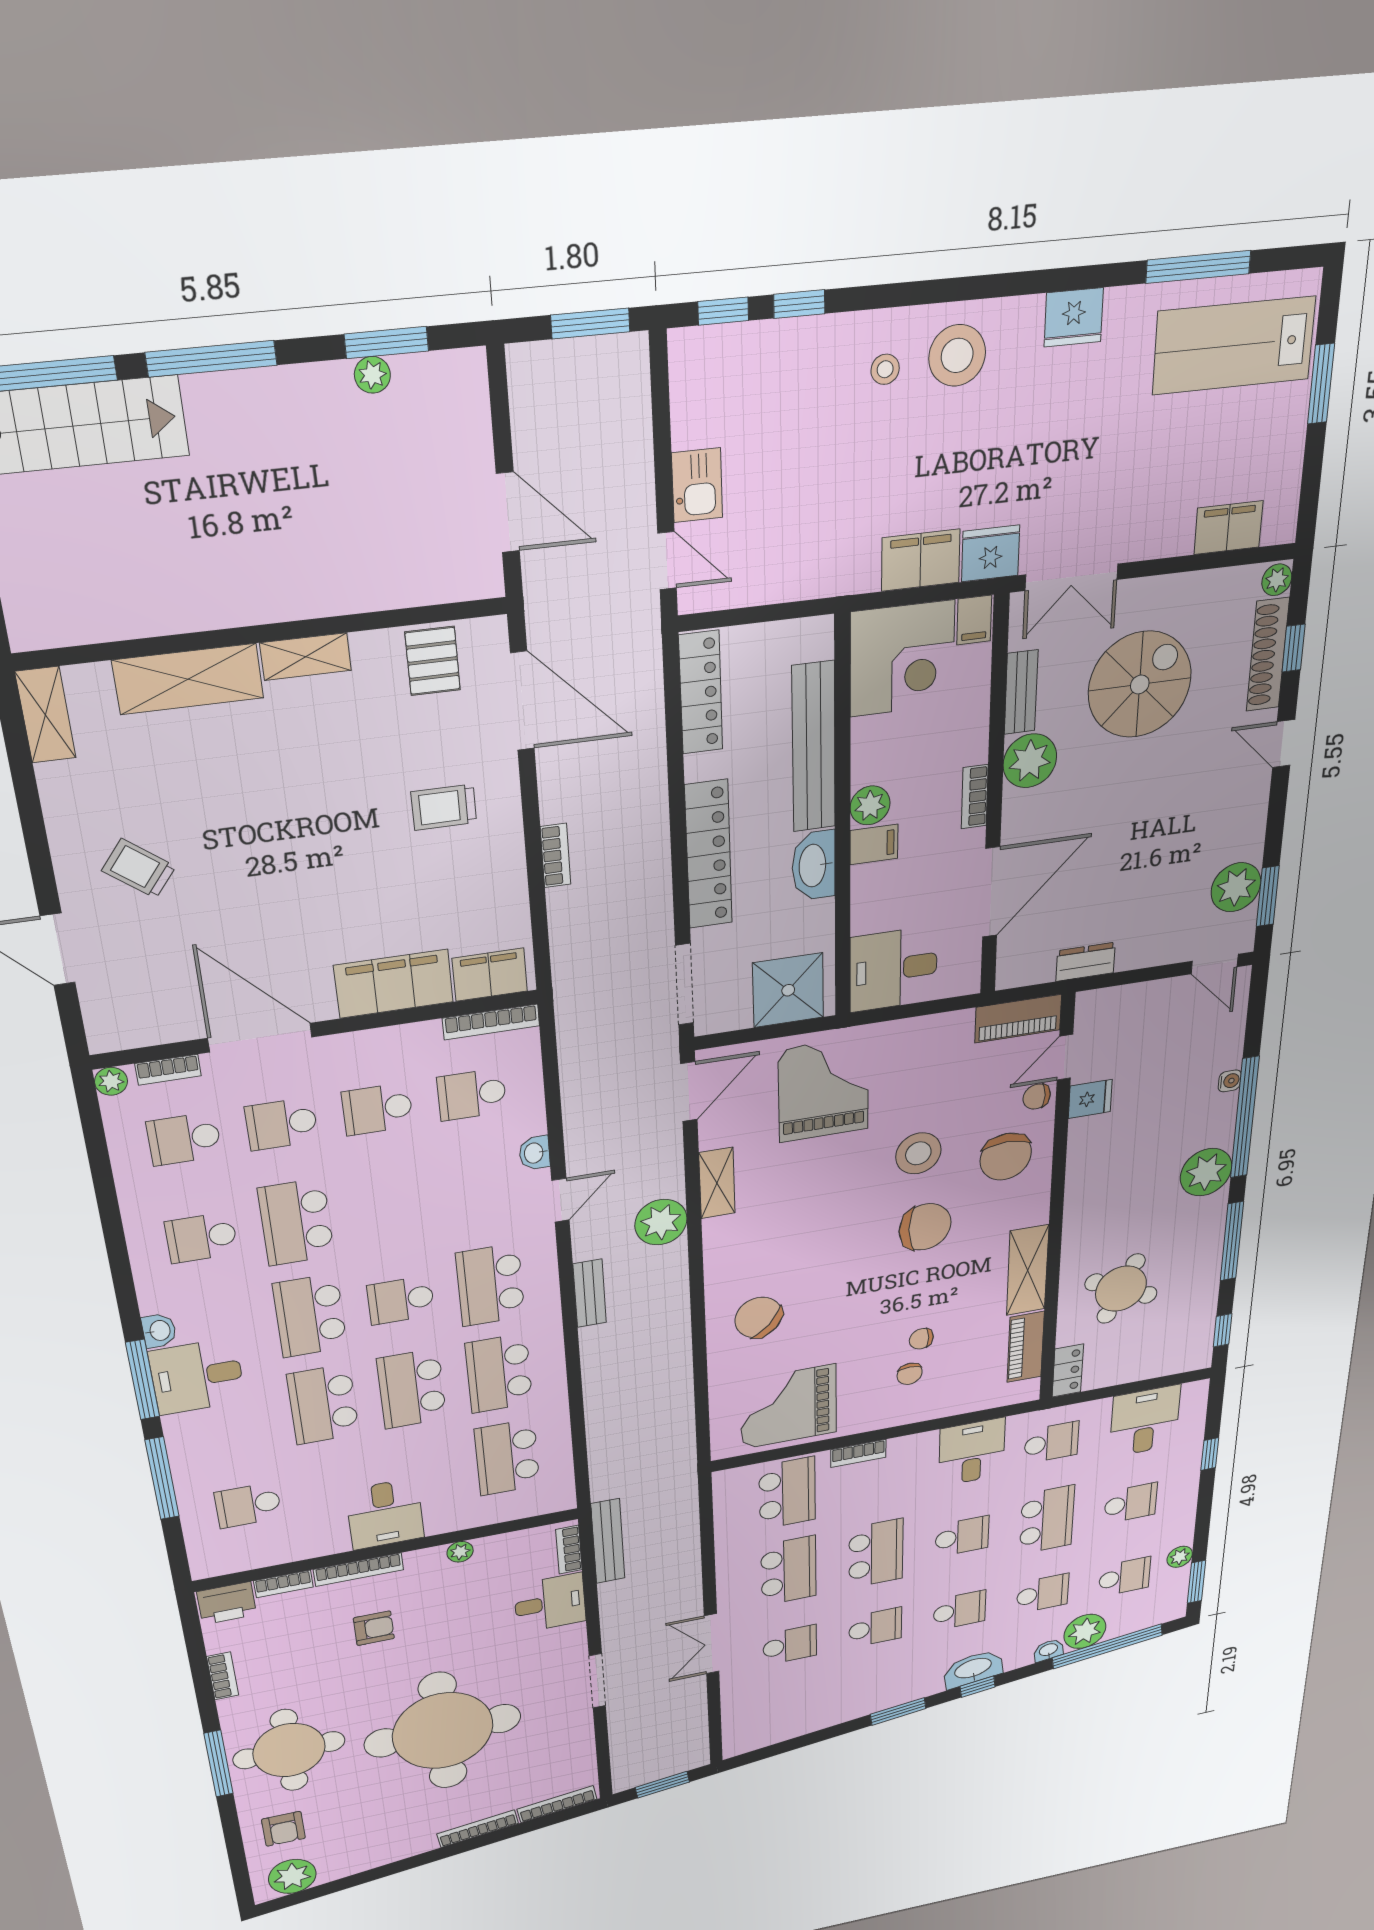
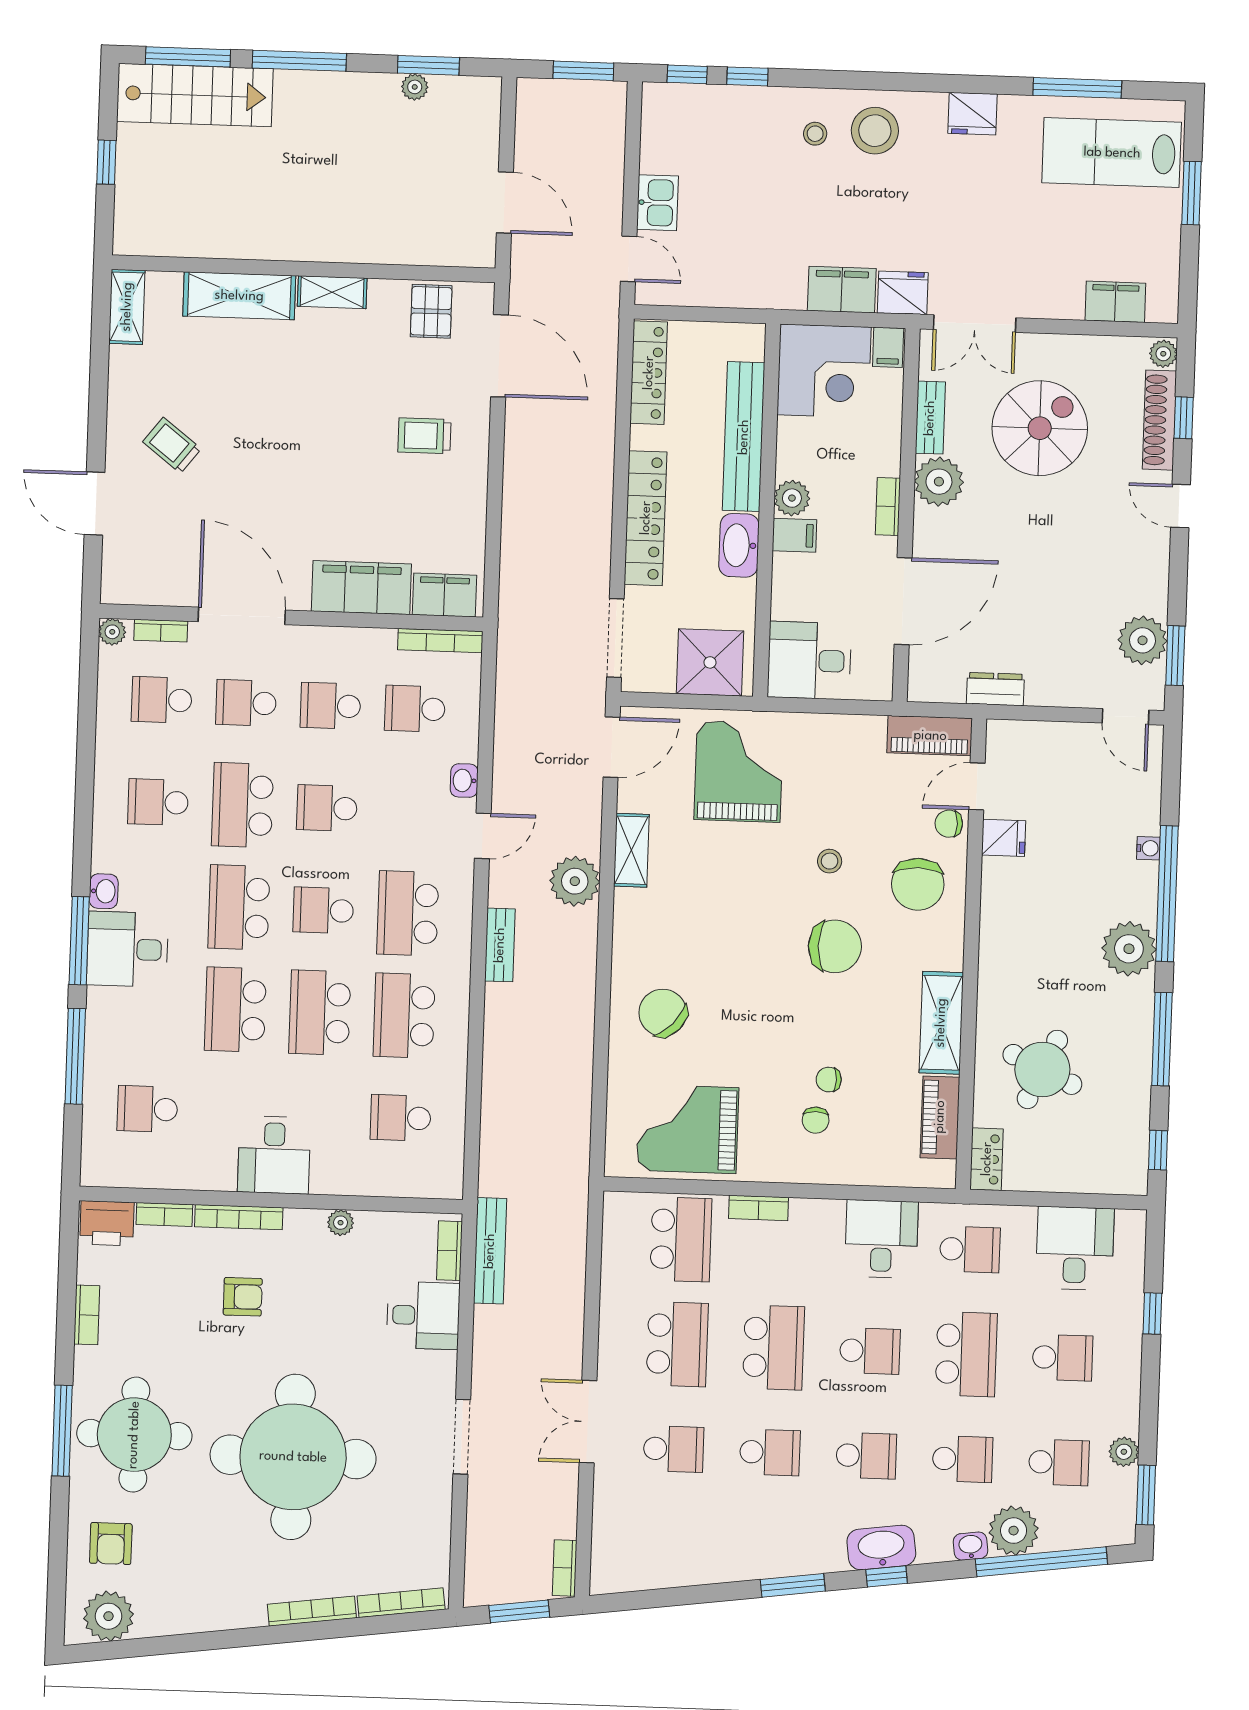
bookcase: (555, 856) -> (565, 1568), moved, turned 180
stool: (918, 1153) -> (830, 861), width x0.53, depth x0.53
school desk: (389, 1207) -> (327, 808), added
school desk: (507, 1457) -> (401, 1118), width x0.54

